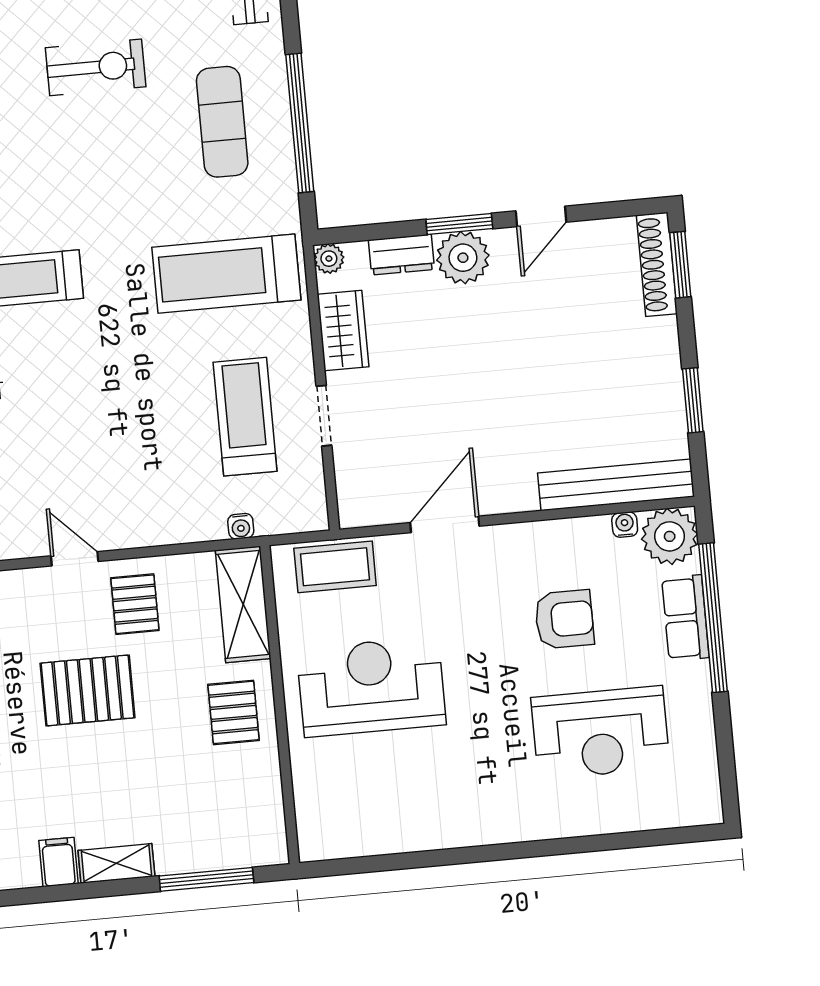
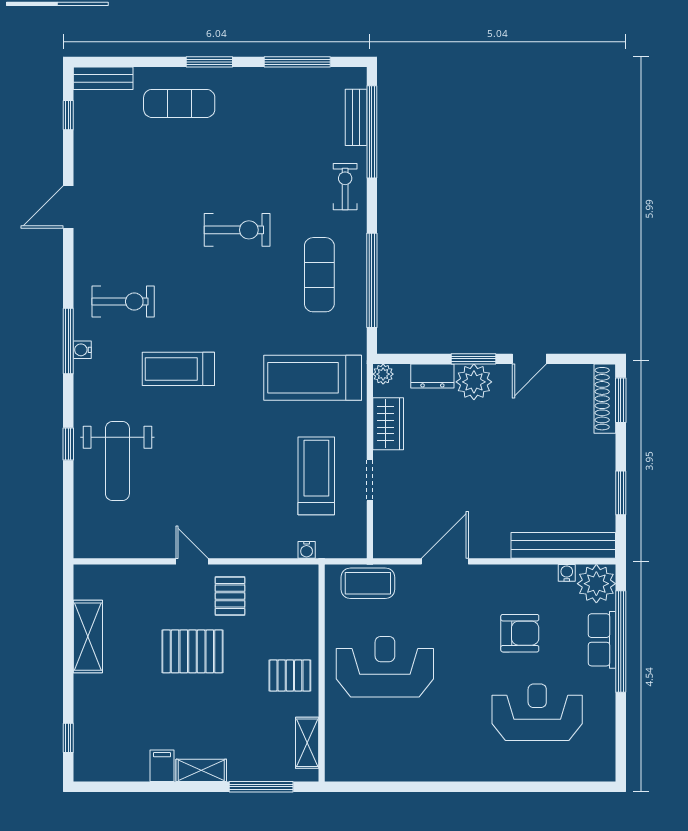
shelving: (243, 604) -> (307, 743), moved, width x0.67, depth x0.75
pallet: (233, 712) -> (290, 675), turned 90
reception desk: (600, 733) -> (537, 712), turned 180

